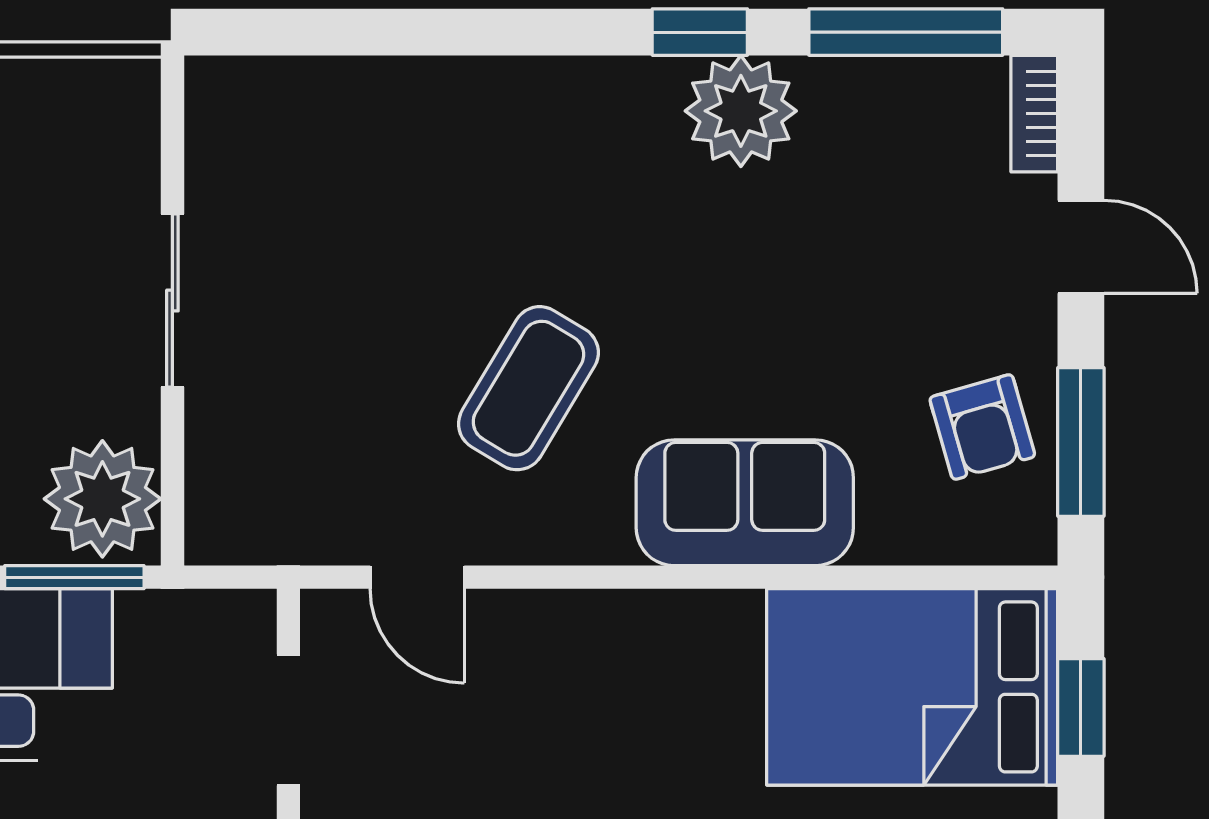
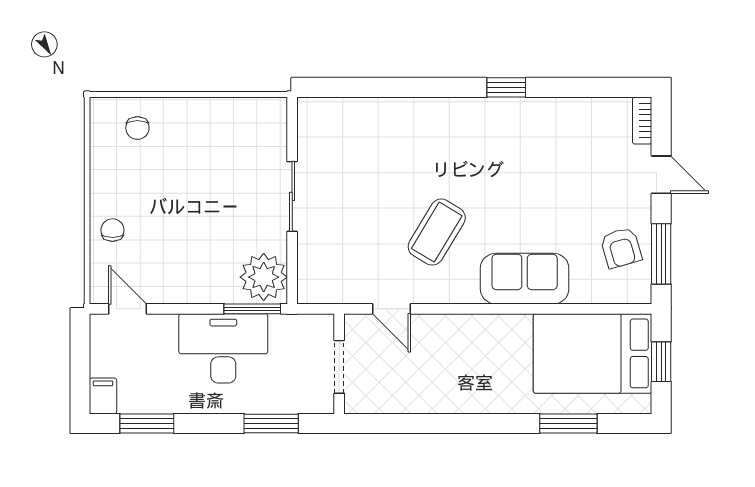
window: (906, 32) -> (590, 87), removed
plant: (741, 111) -> (523, 119), removed

